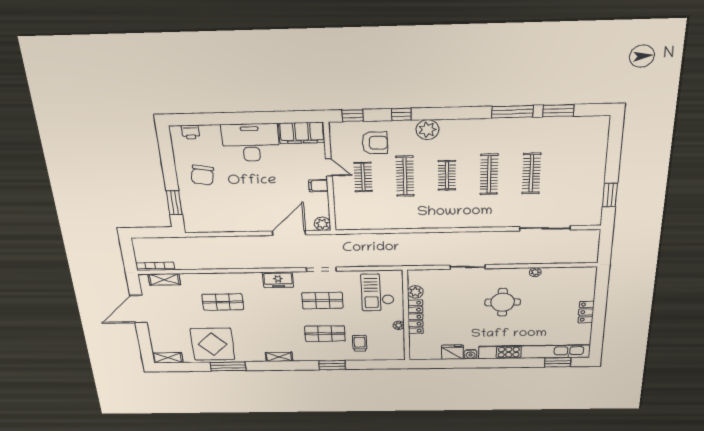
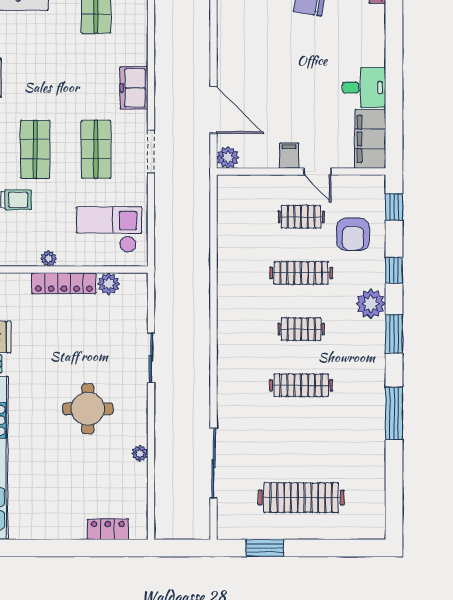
window: (558, 111) -> (394, 334), moved
desk: (251, 143) -> (364, 88), width x0.53, depth x0.77
door: (329, 167) -> (317, 172), hinge flipped
clothes rail: (531, 174) -> (301, 498), moved, width x1.37, depth x1.31
locker: (586, 312) -> (108, 529), moved

